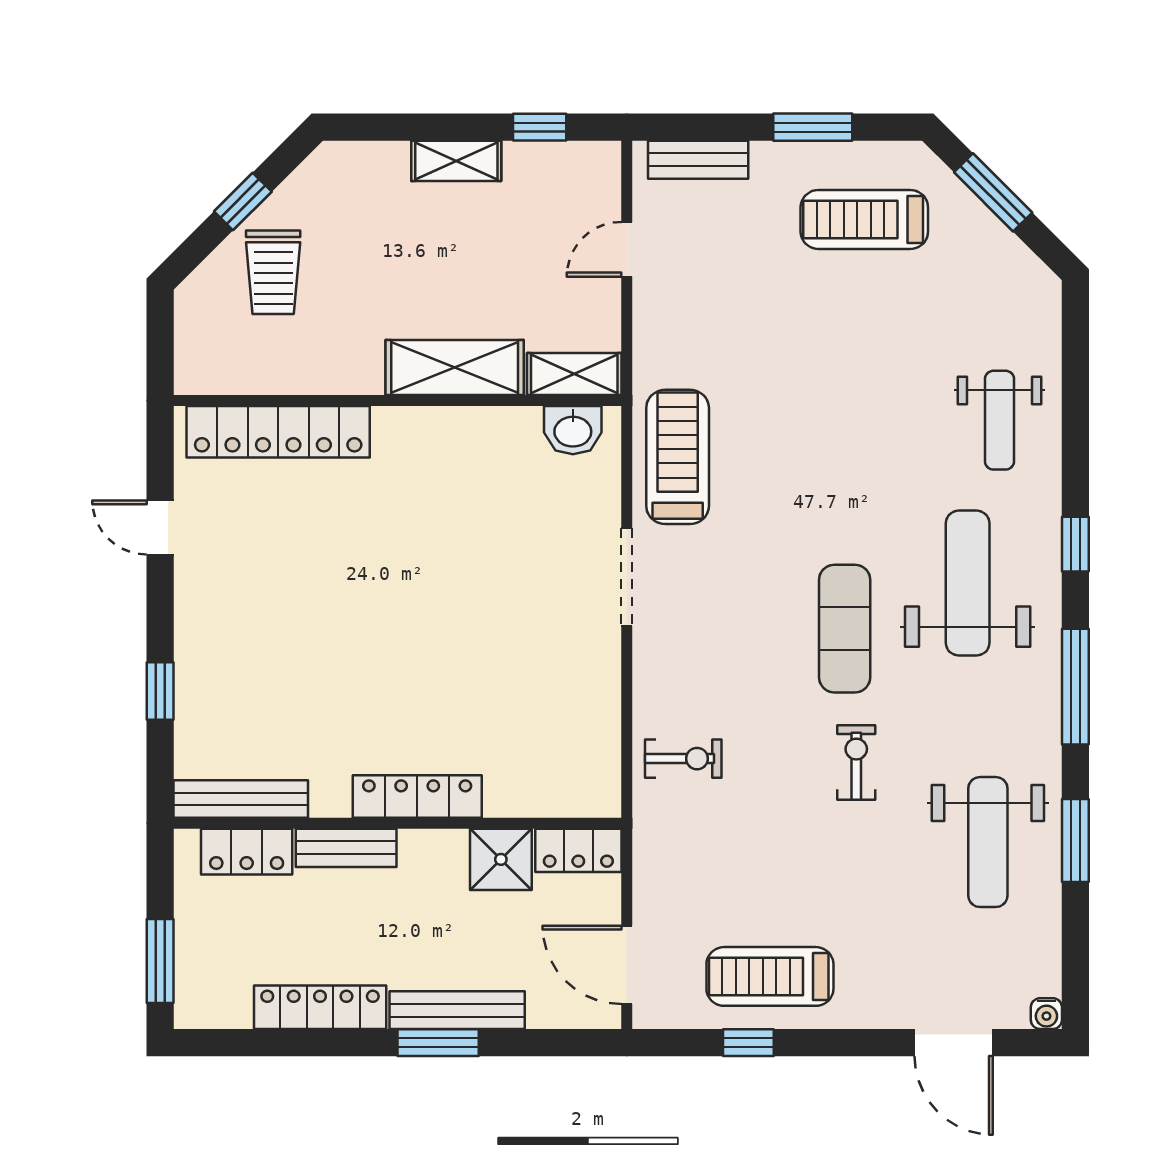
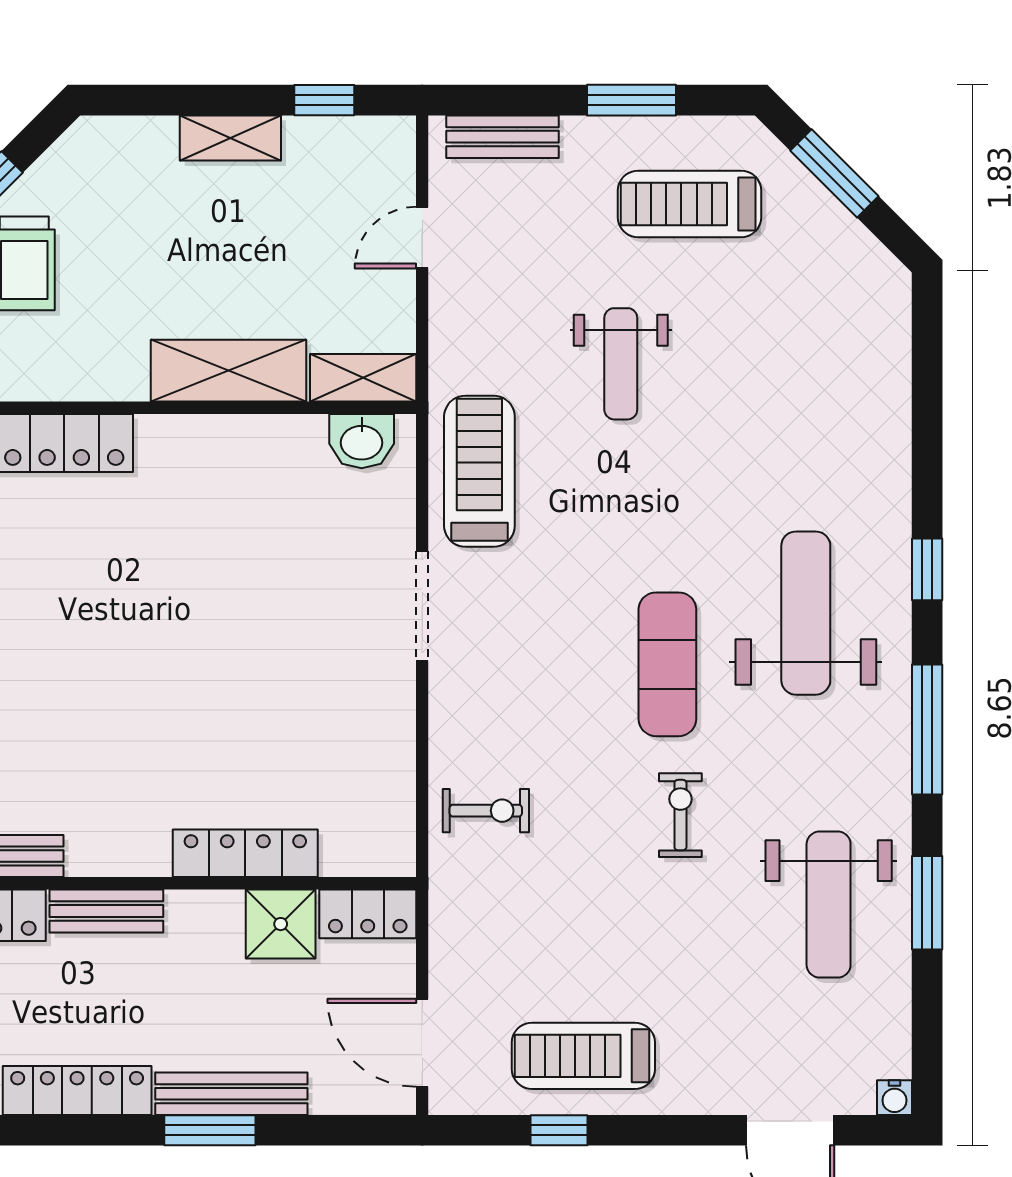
weight bench: (999, 420) -> (621, 364), moved
locker: (417, 796) -> (245, 853), moved

